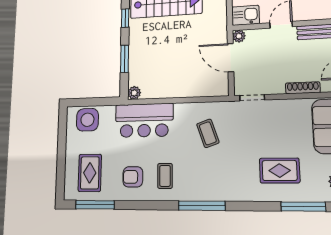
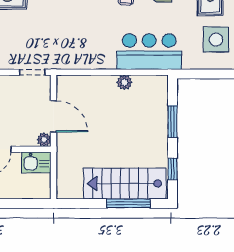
plant: (134, 93) -> (124, 82), moved
side table: (87, 120) -> (216, 40), moved
coffee table: (208, 133) -> (80, 36), removed

